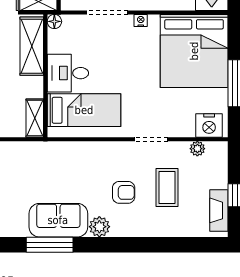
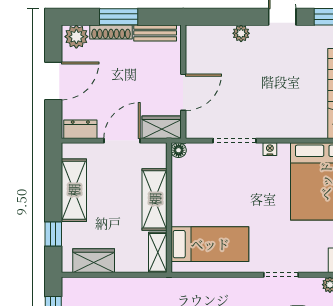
shelving: (32, 46) -> (155, 199), moved
desk: (68, 73) -> (193, 205), removed

